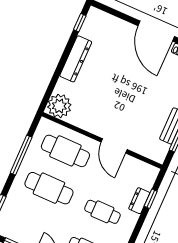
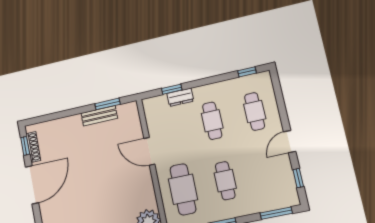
door: (114, 146) -> (149, 151), swing flipped
cafe table: (49, 188) -> (225, 181), width x0.73, depth x0.74

